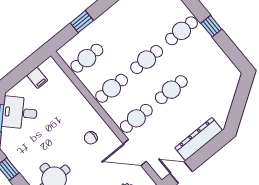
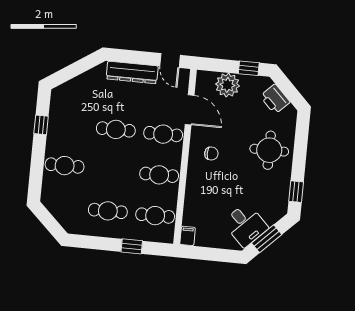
window: (211, 26) -> (41, 125), moved
cafe table: (147, 60) -> (108, 211), moved
filing cabinet: (37, 78) -> (188, 236), moved

